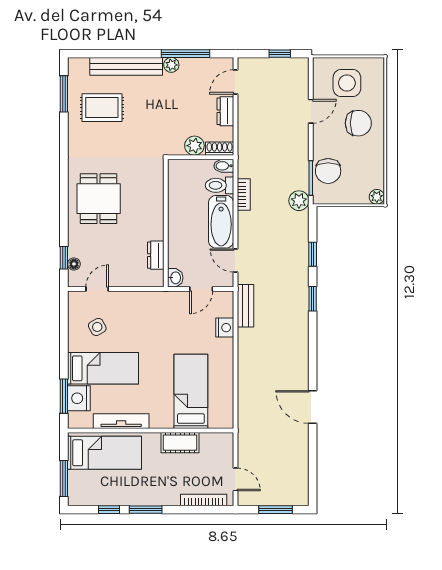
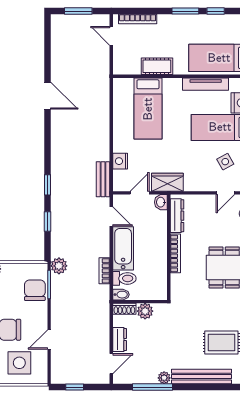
bookcase: (158, 216) -> (175, 253), added
dresser: (156, 255) -> (177, 216), width x1.44
wardrobe: (167, 302) -> (167, 182), added

